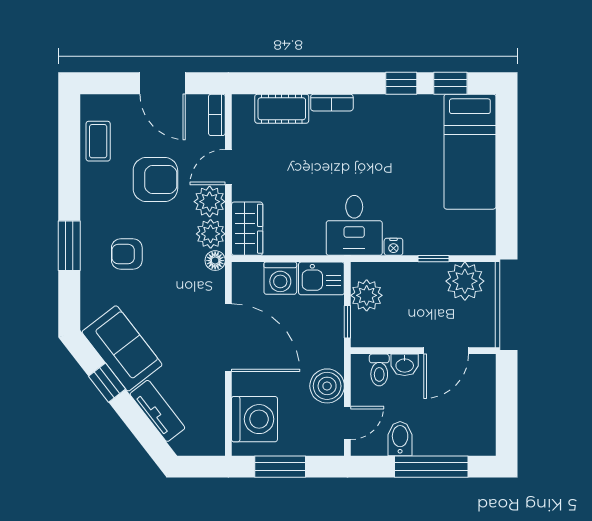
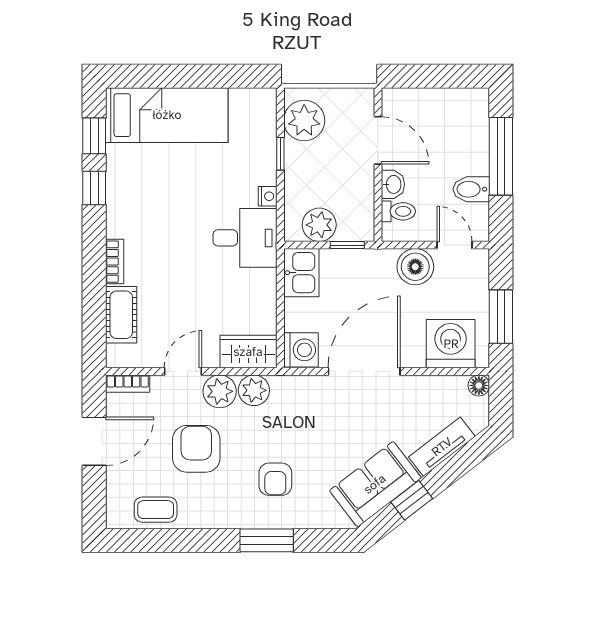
door: (228, 167) -> (183, 371), swing flipped
floor lamp: (215, 261) -> (479, 385), moved
washing machine: (280, 278) -> (301, 350), moved

